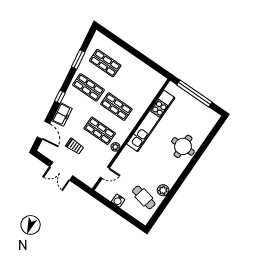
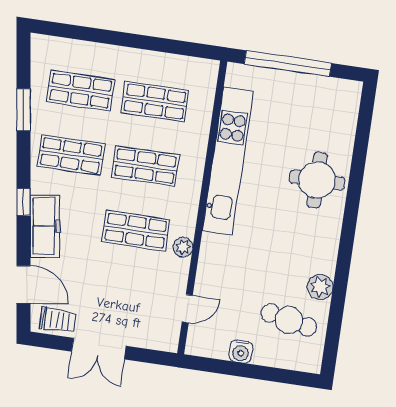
shop shelf: (133, 82) -> (155, 102), added
freezer: (62, 115) -> (45, 226), width x1.40
trolley: (75, 146) -> (58, 320), moved

